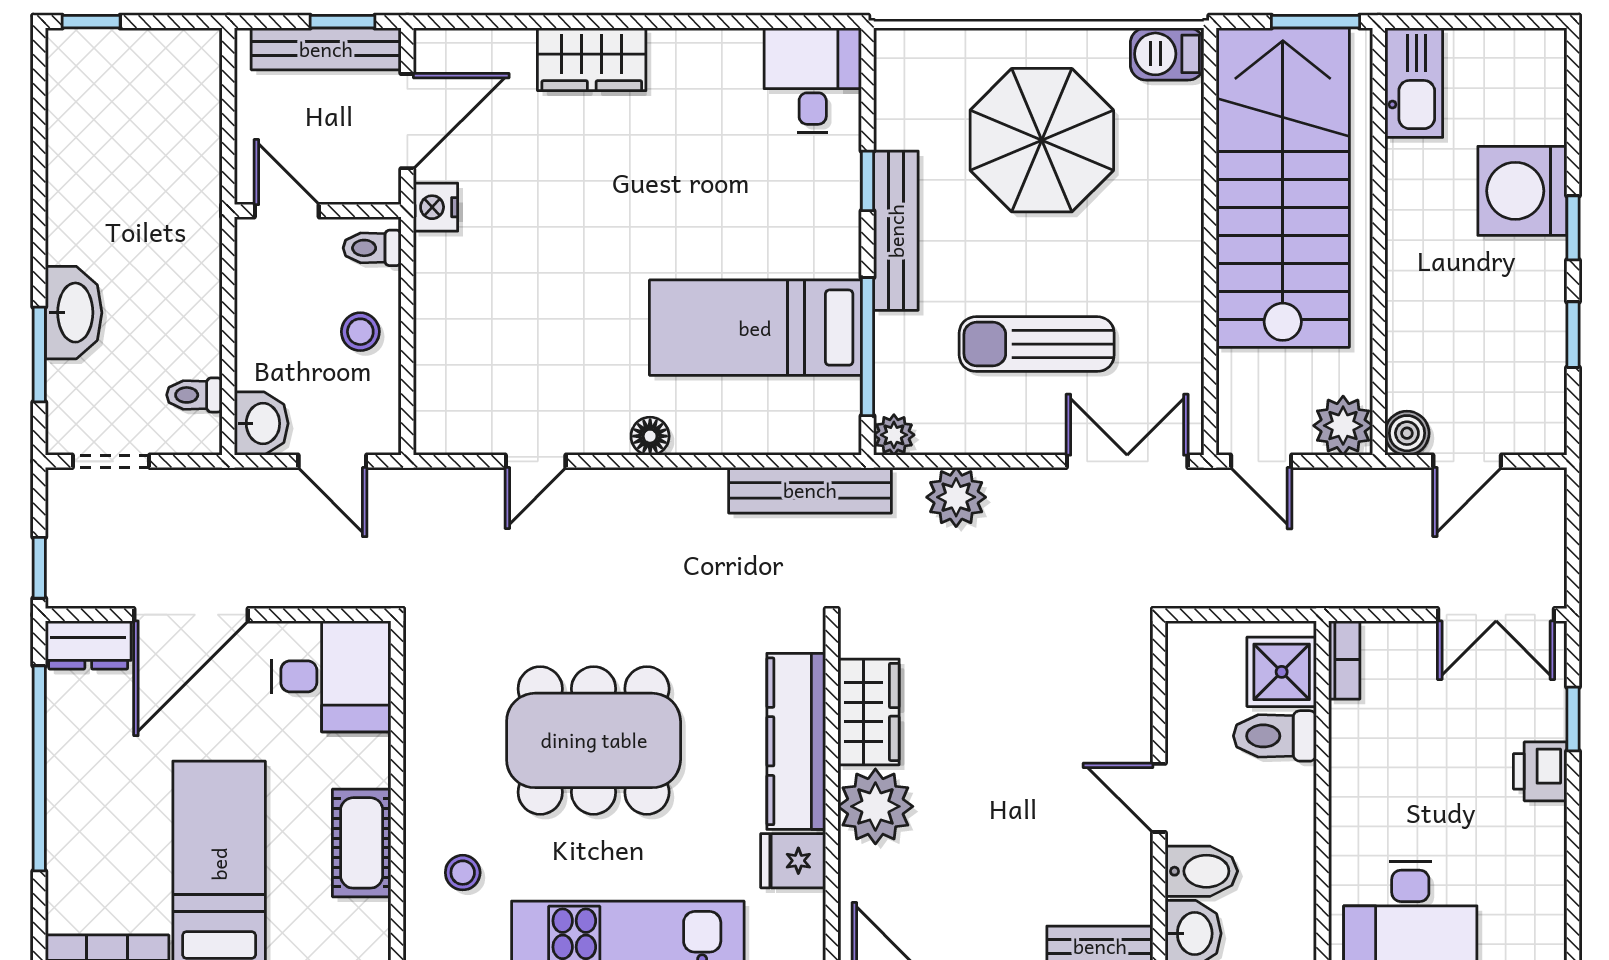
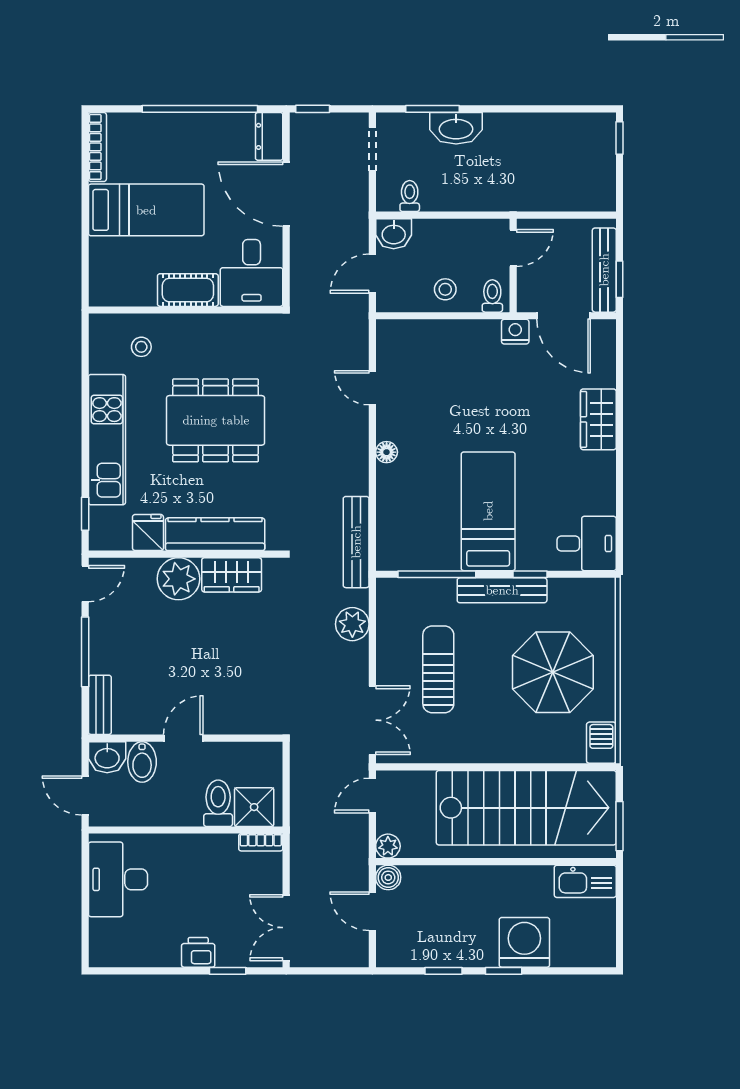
bed: (755, 328) -> (488, 511), moved
plant: (1343, 426) -> (388, 846), width x0.73, depth x0.73
plant: (894, 435) -> (387, 589), removed
dining table: (594, 740) -> (216, 420), turned 90
cot: (362, 843) -> (188, 290), moved

